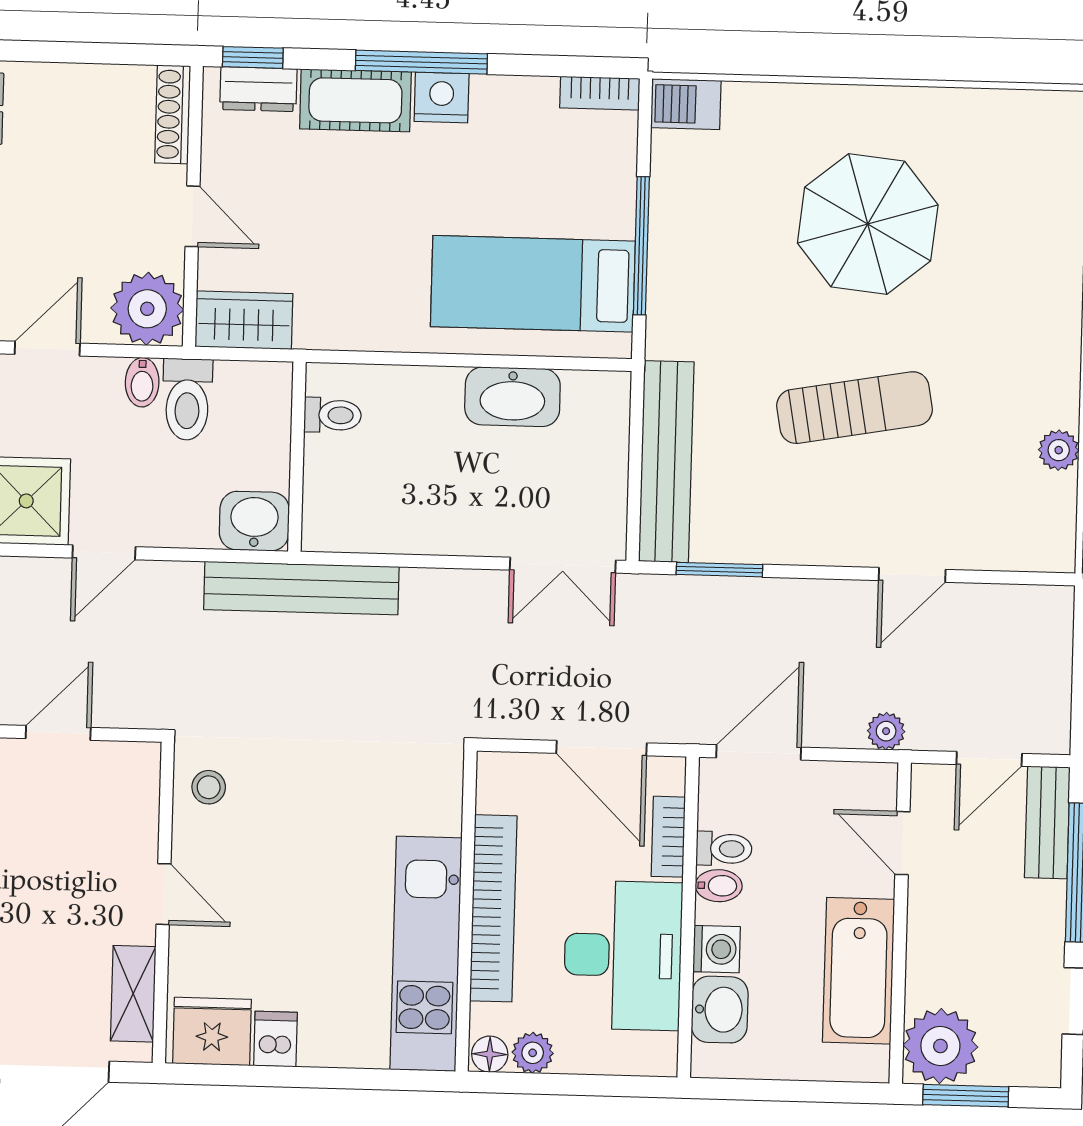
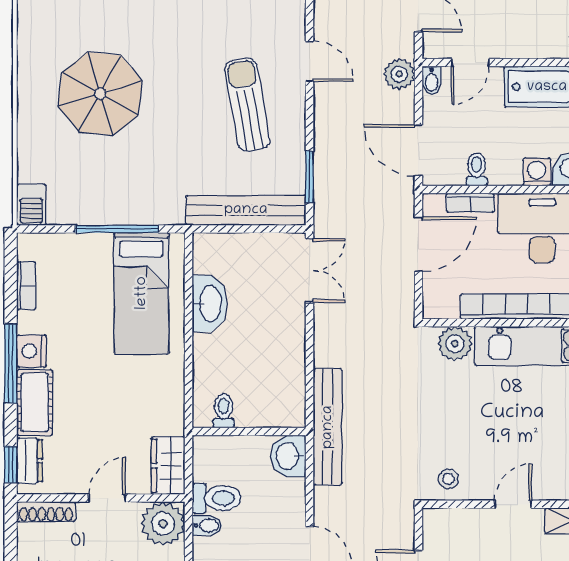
bookcase: (600, 93) -> (26, 286), moved
sun lounger: (854, 408) -> (247, 105), moved
plant: (886, 731) -> (399, 74), width x1.38, depth x1.38
plant: (434, 804) -> (455, 344), added
bidet: (719, 886) -> (432, 80), moved, turned 180

